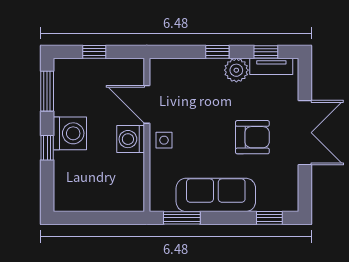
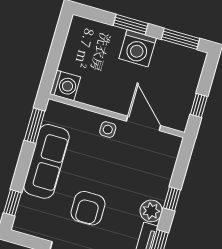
window: (94, 52) -> (199, 105), moved
door: (147, 104) -> (144, 123), hinge flipped
washing machine: (131, 139) -> (65, 85), moved, turned 90
window: (47, 148) -> (131, 25), width x1.50

